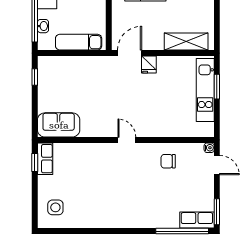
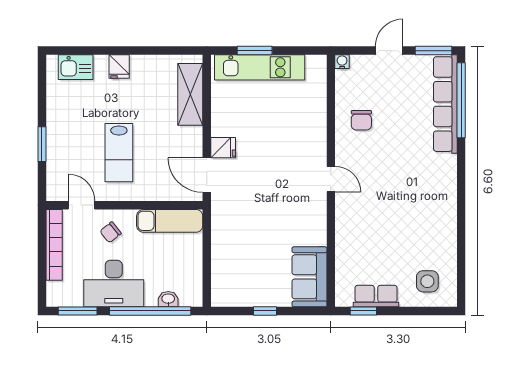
exam couch: (79, 42) -> (170, 221), moved, turned -90
window: (35, 77) -> (265, 311), moved
door: (127, 140) -> (331, 179), swing flipped
row of seats: (45, 159) -> (376, 296), moved
door: (217, 165) -> (389, 51), moved
row of seats: (197, 220) -> (445, 104), width x2.02

